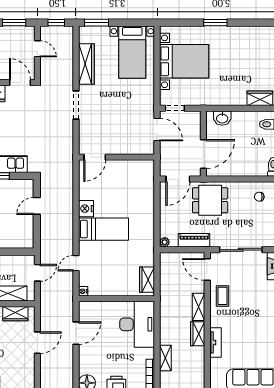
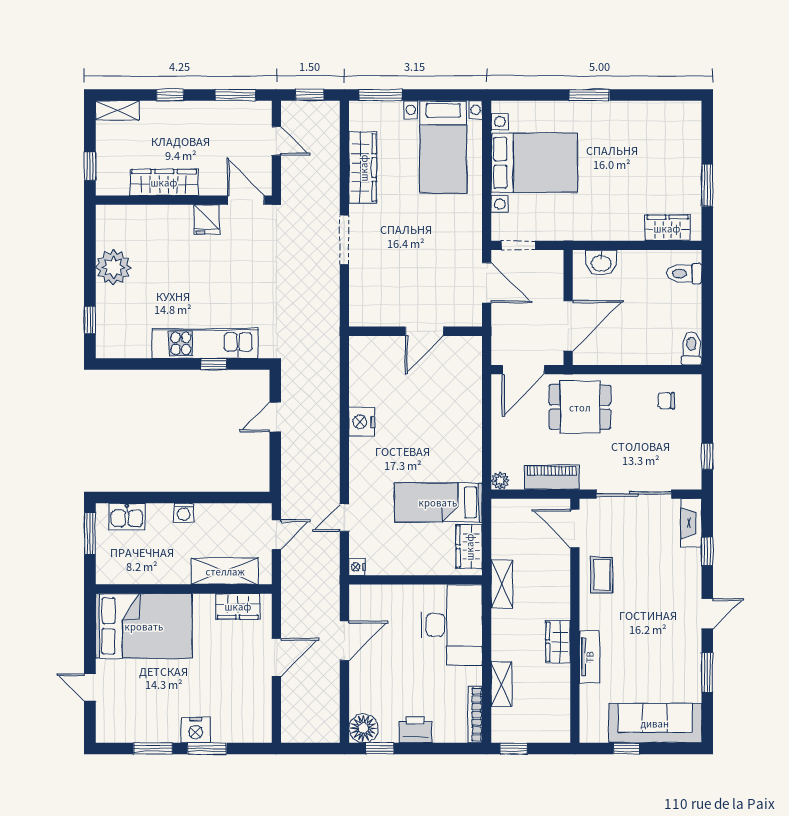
door: (95, 157) -> (424, 331), moved
bed: (103, 229) -> (438, 502), moved, turned 180
shelving: (198, 307) -> (502, 584), moved

